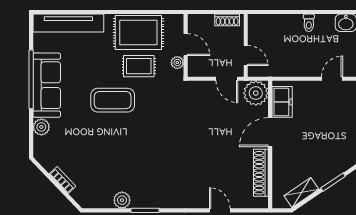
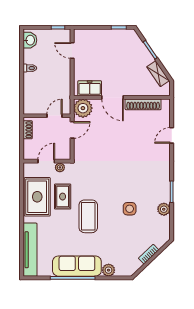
side table: (123, 155) -> (130, 209), added

